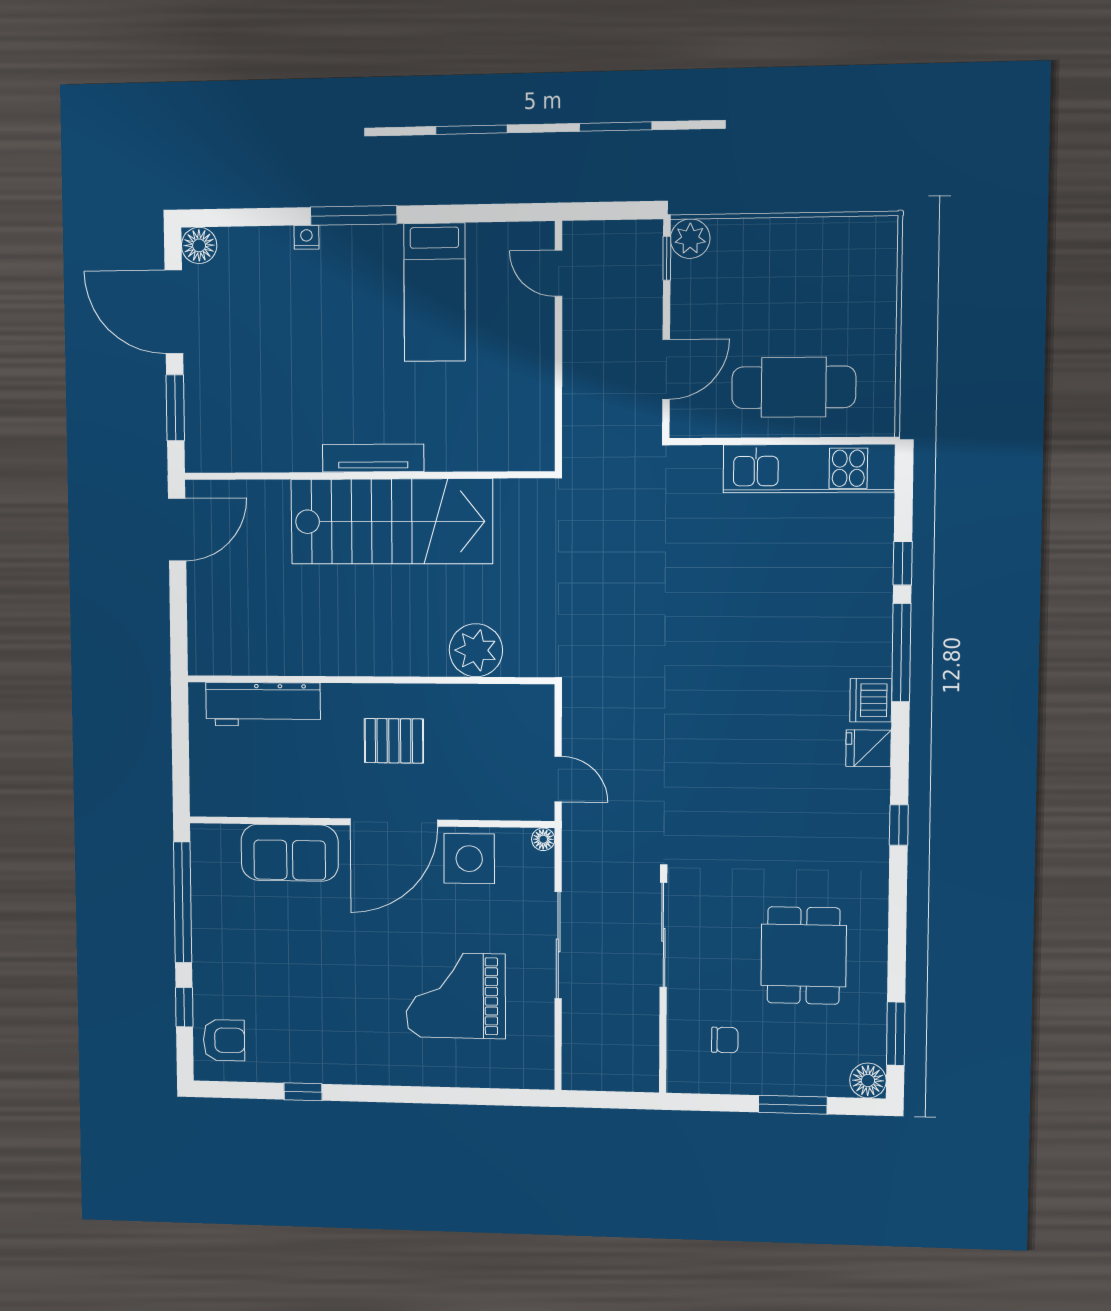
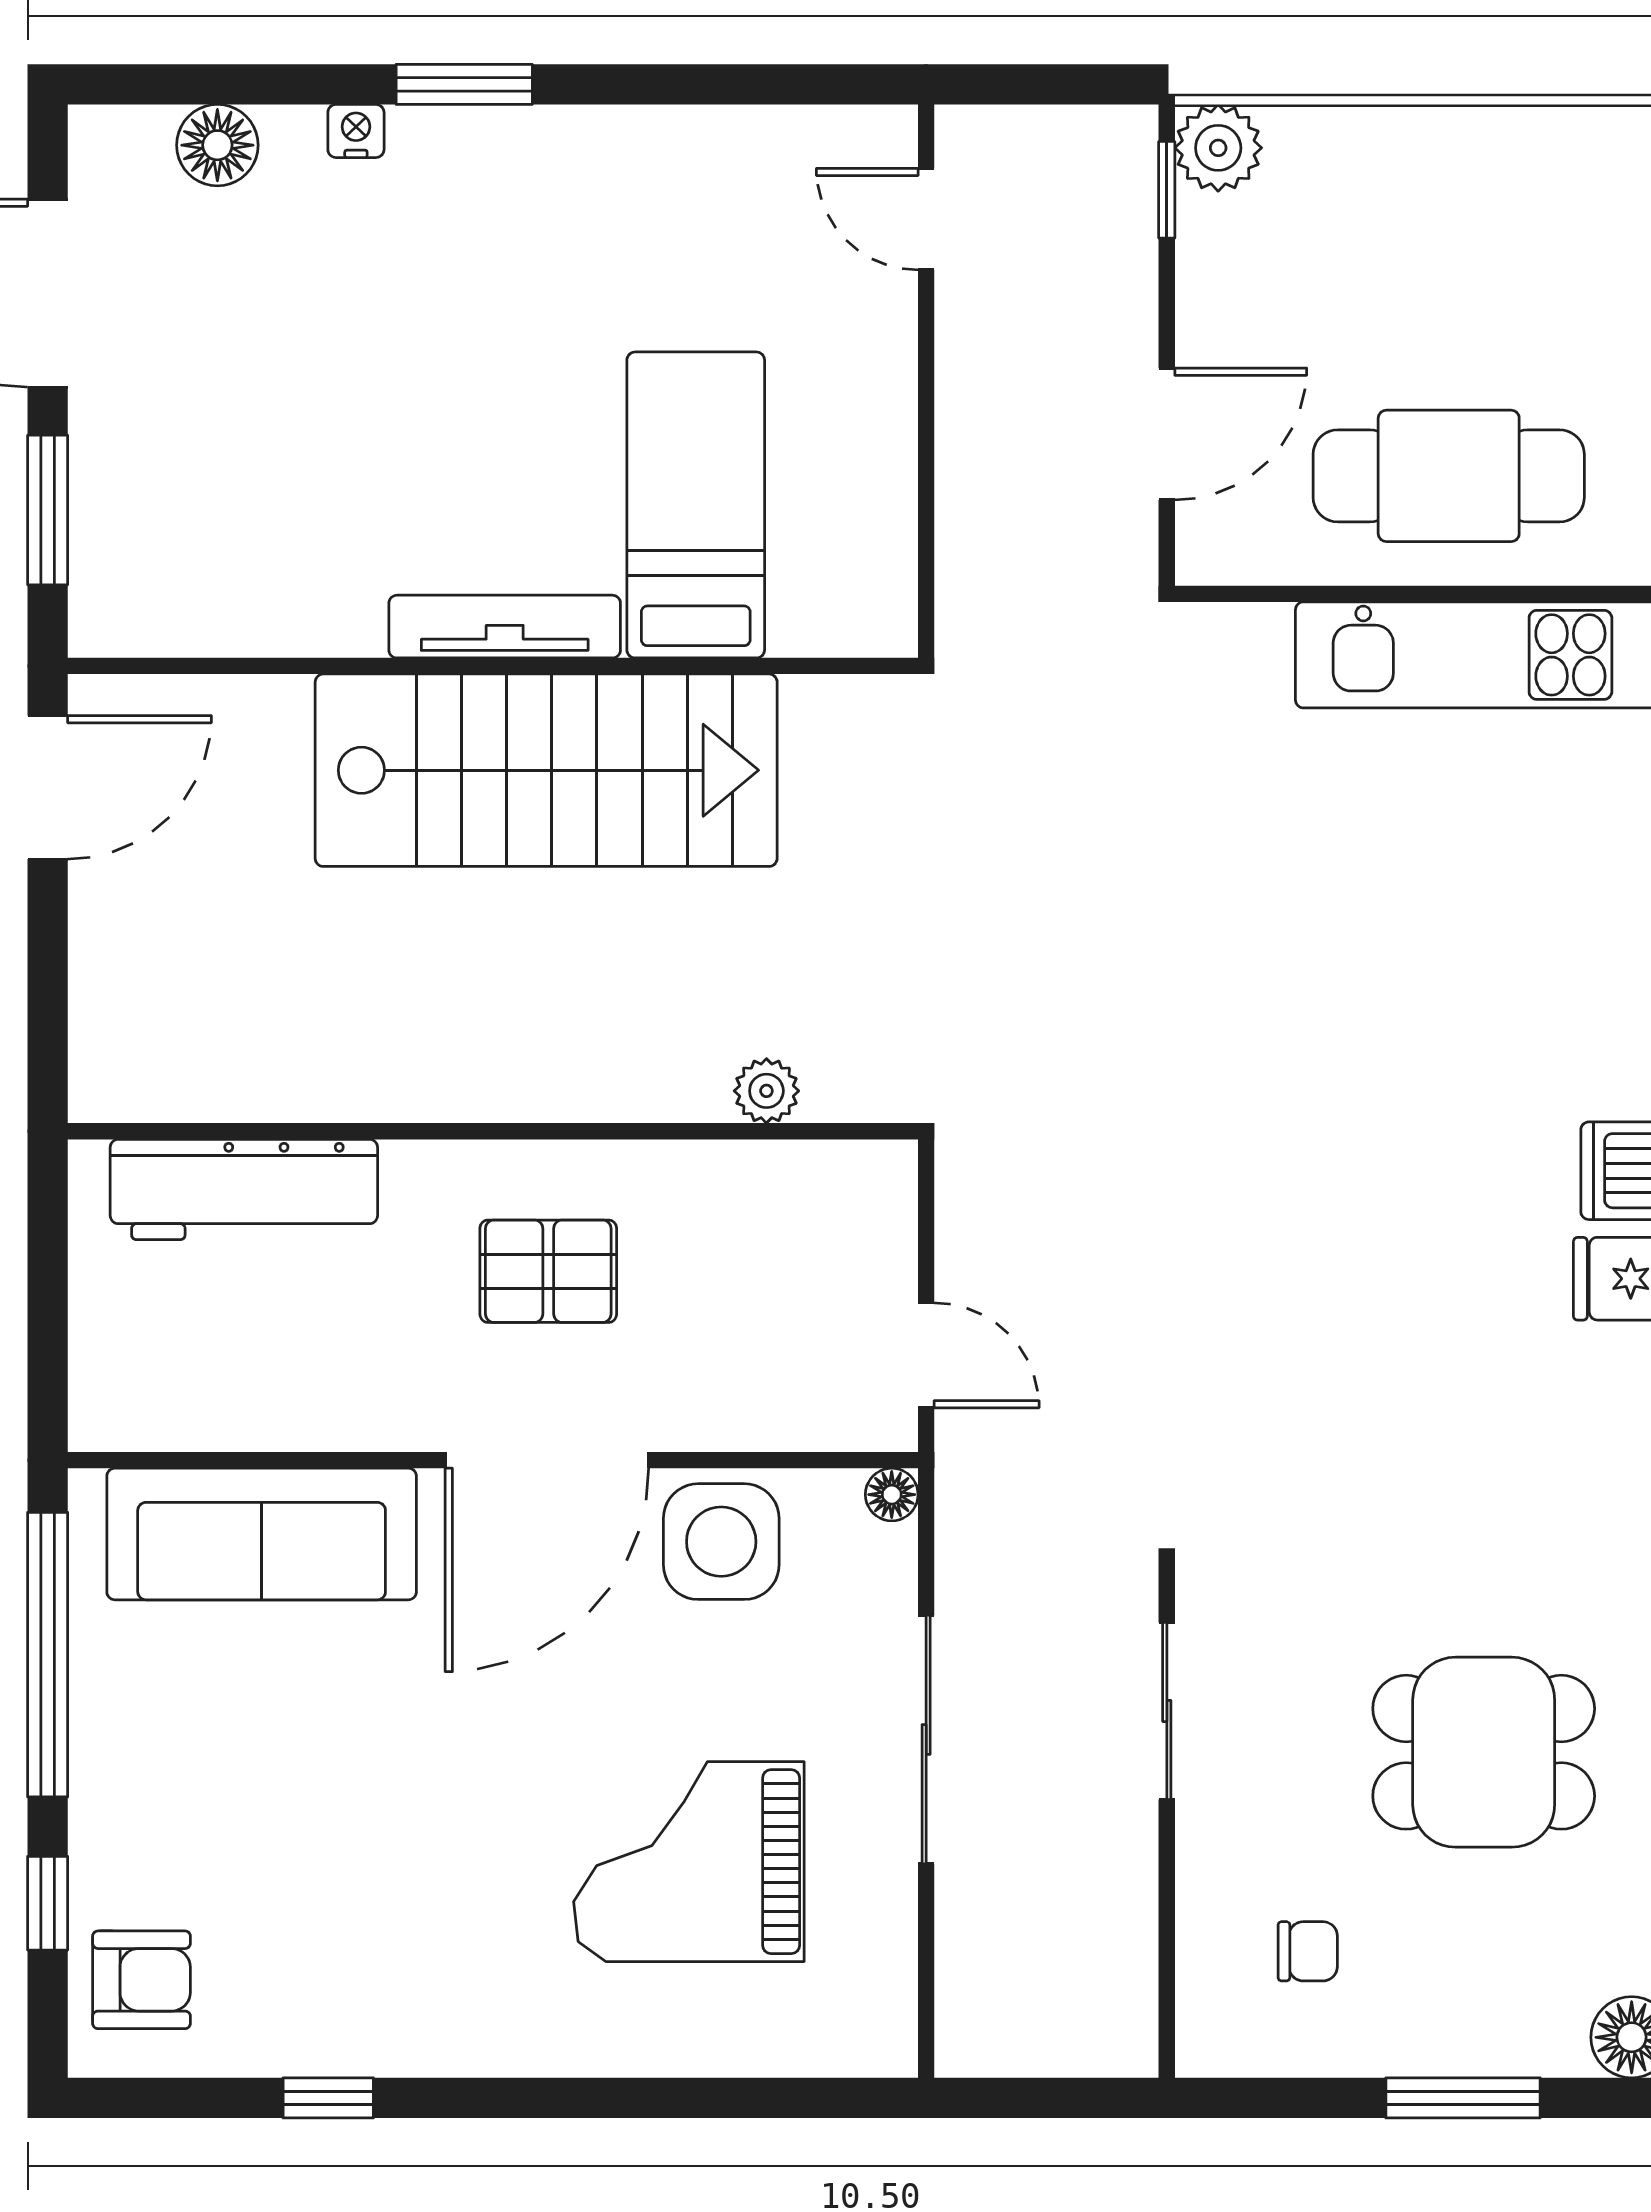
window: (354, 215) -> (464, 84), width x0.69
floor lamp: (199, 245) -> (217, 145), moved
bed: (435, 292) -> (696, 505), moved, turned 180
plant: (476, 650) -> (766, 1091), width x0.53, depth x0.53
sofa: (290, 853) -> (262, 1534), width x1.36
sliding door: (663, 935) -> (1167, 1711), width x0.73
dining table: (804, 956) -> (1484, 1752), turned 90

